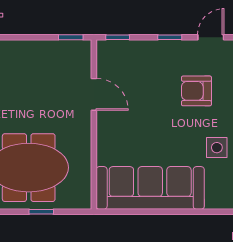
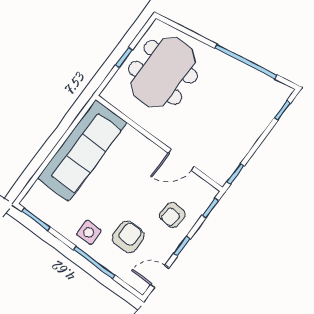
door: (211, 37) -> (160, 276), swing flipped
armchair: (148, 66) -> (172, 215), added
side table: (217, 148) -> (89, 232), moved

